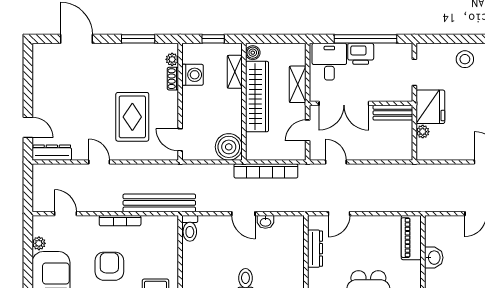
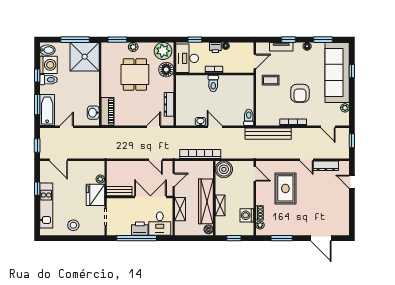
shelving: (235, 72) -> (220, 205), moved
dresser: (52, 153) -> (326, 166), moved
window: (28, 192) -> (352, 141), added
washbasin: (434, 258) -> (93, 113), moved

